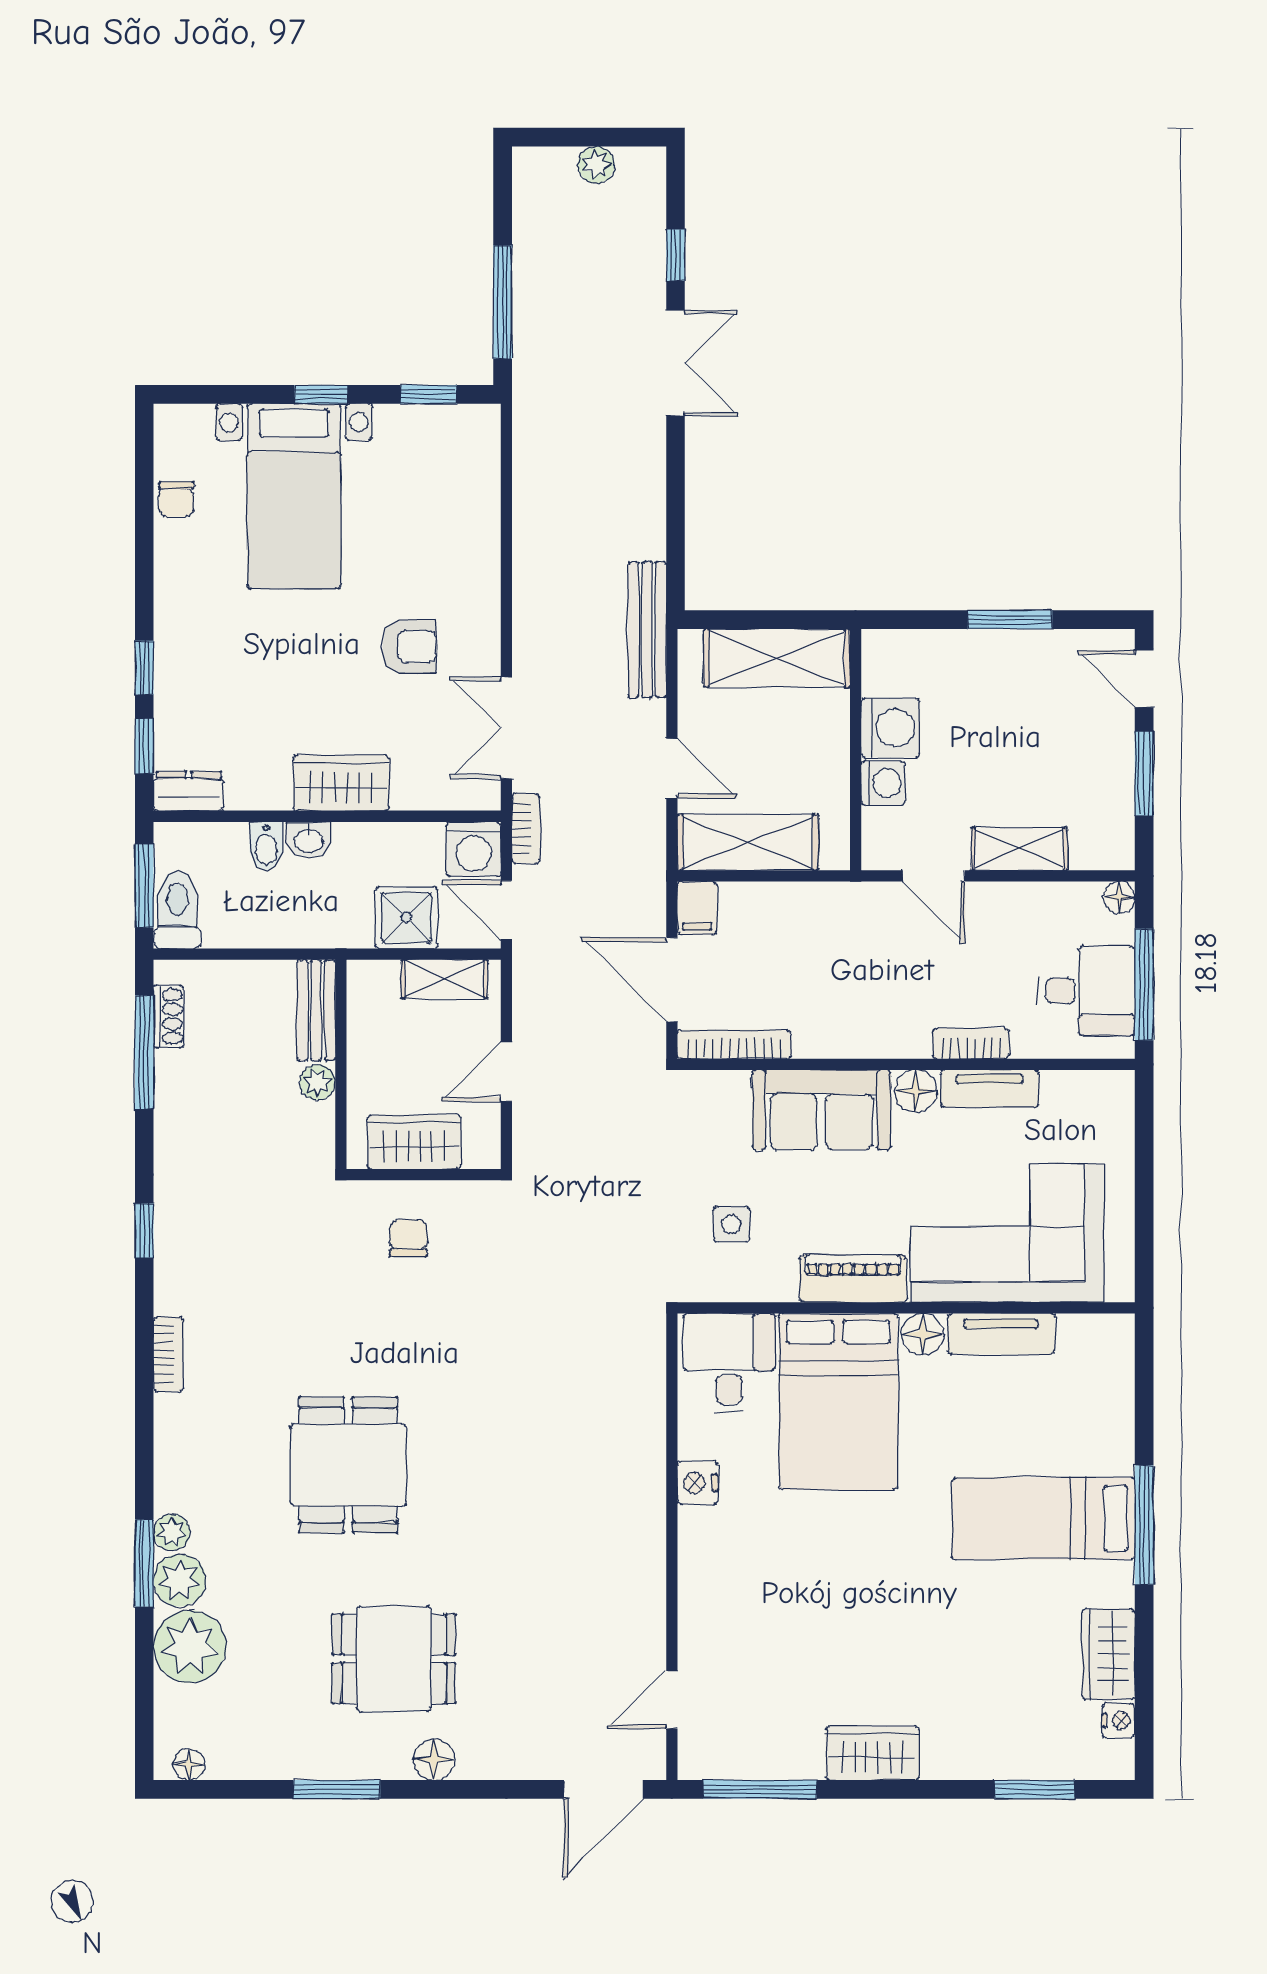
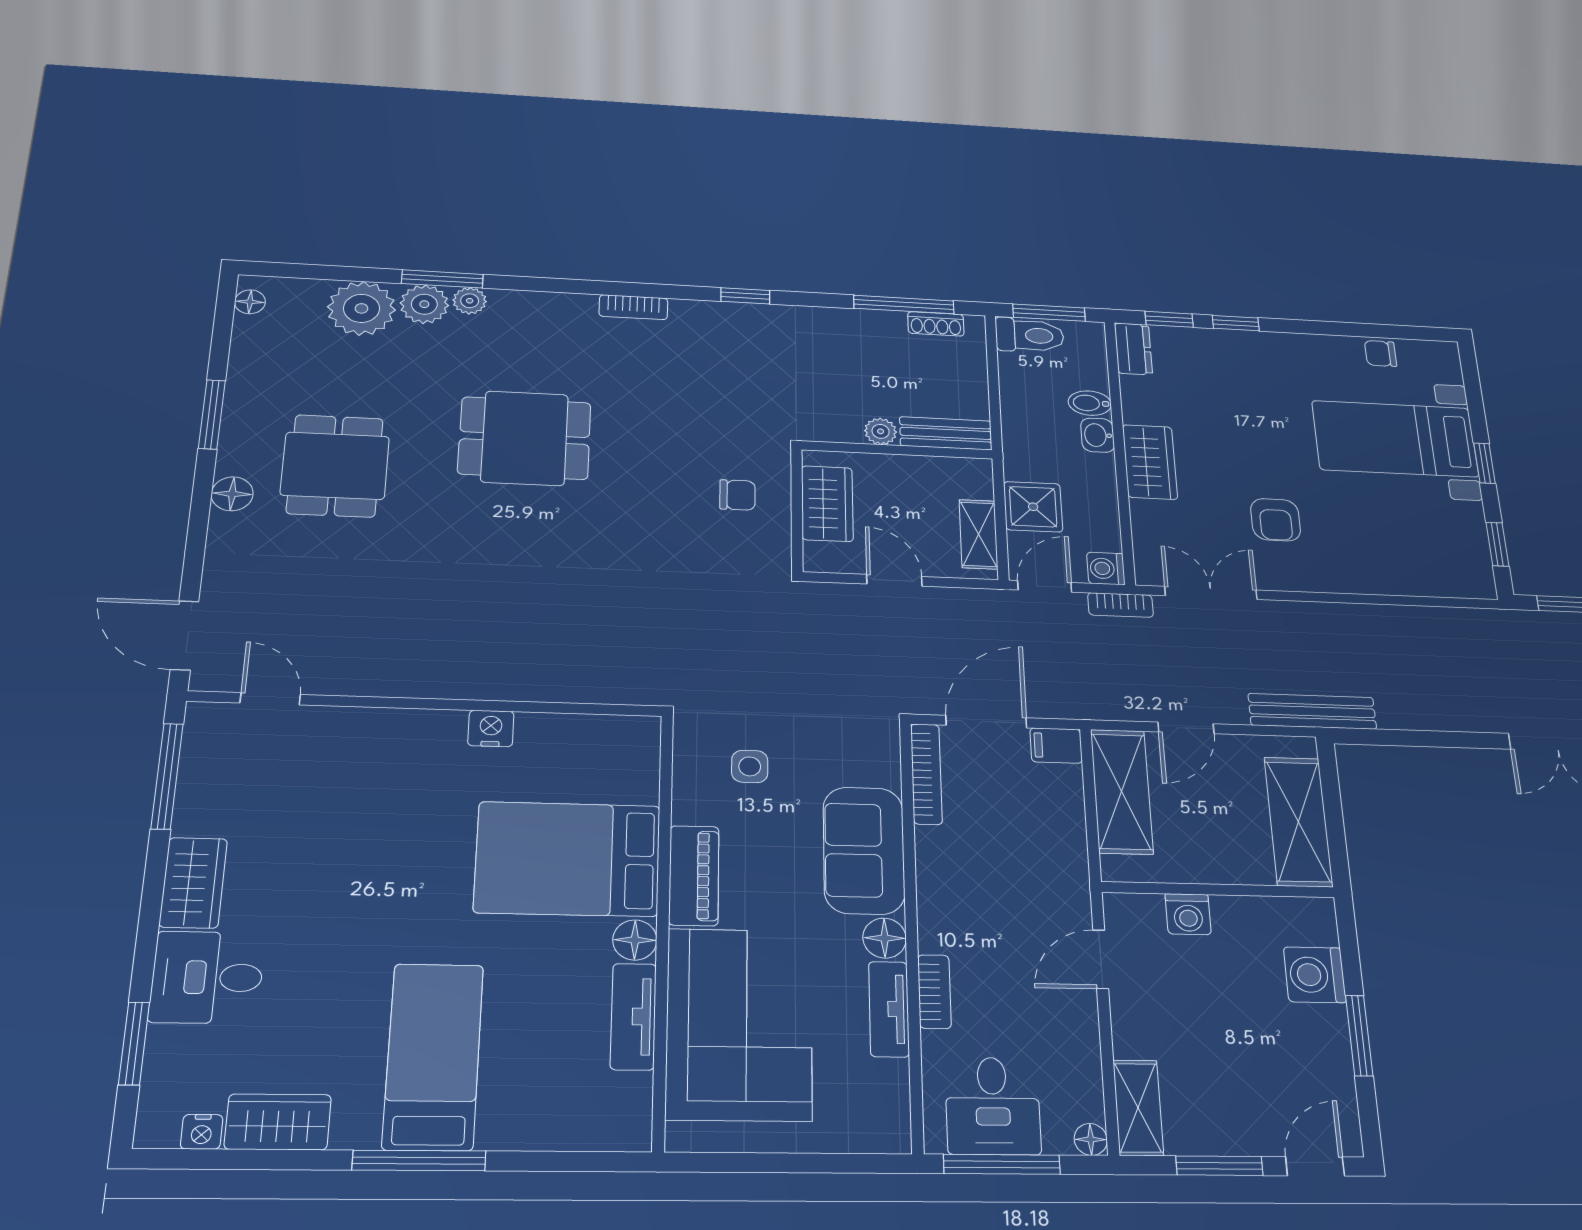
washing machine: (891, 728) -> (1315, 975), moved, turned 90
washing machine: (473, 849) -> (1106, 568), width x0.73, depth x0.73
shelving: (1019, 849) -> (1138, 1108), moved
desk: (729, 1363) -> (207, 977), moved, turned 180

